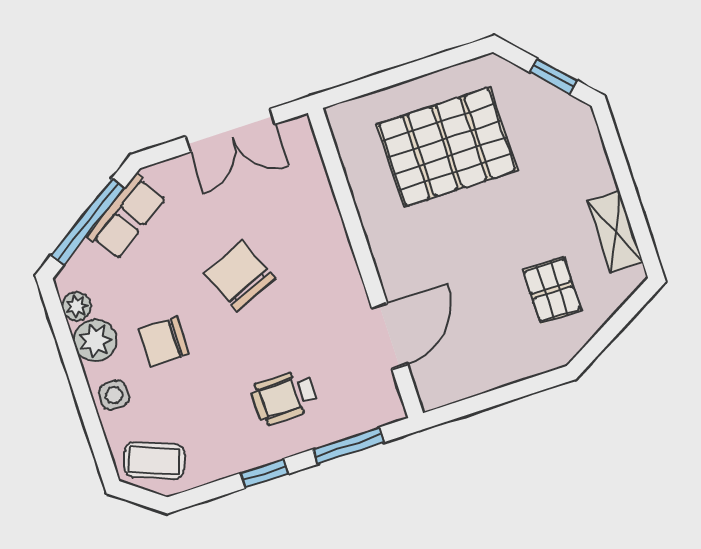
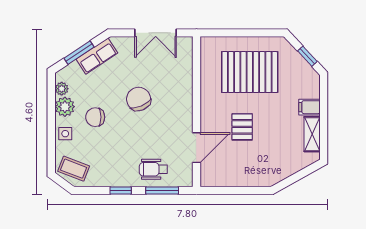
filing cabinet: (592, 178) -> (310, 107), added
window: (88, 221) -> (79, 53), width x0.69
pallet: (552, 290) -> (242, 127), moved
wheelchair: (284, 397) -> (153, 169), moved

